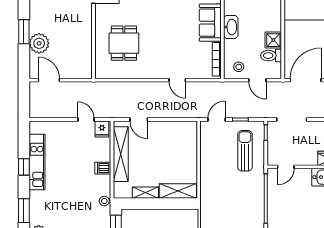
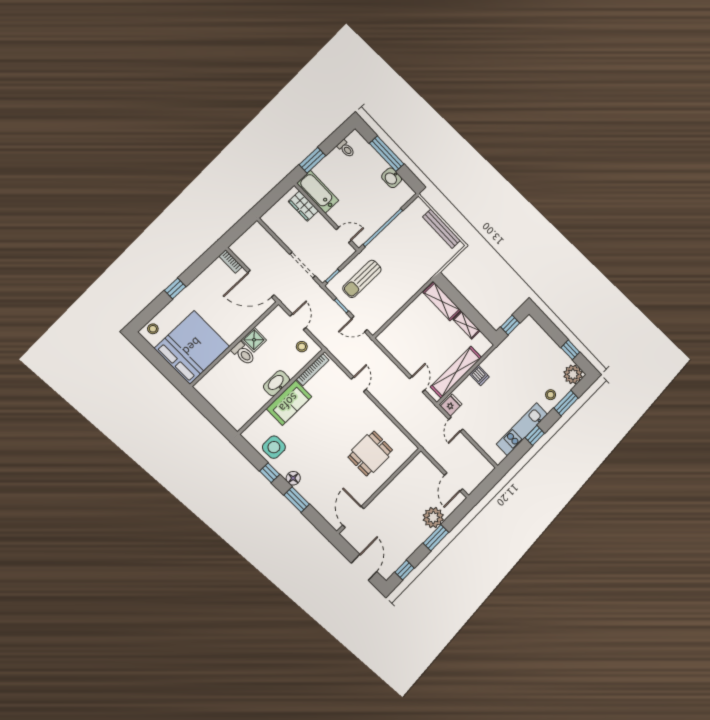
toilet: (271, 56) -> (243, 353), moved
stool: (104, 201) -> (551, 395), moved

